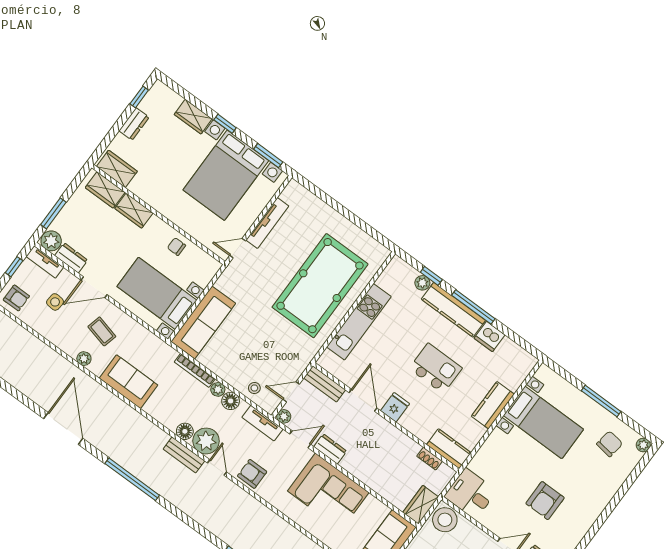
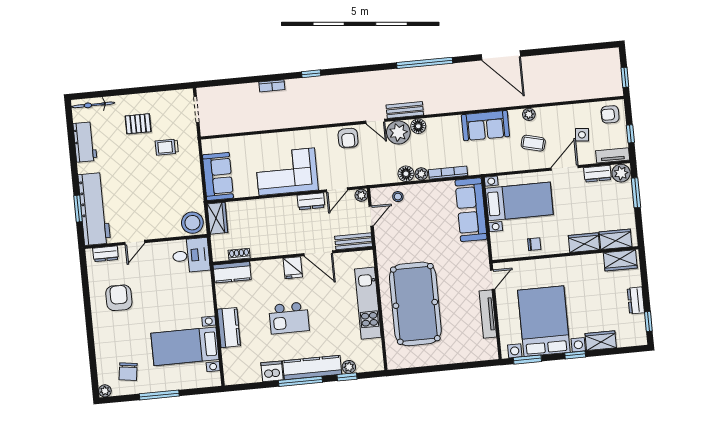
tv unit: (262, 423) -> (372, 178), removed
armchair: (252, 474) -> (348, 138), turned 90
armchair: (545, 501) -> (119, 298), moved

